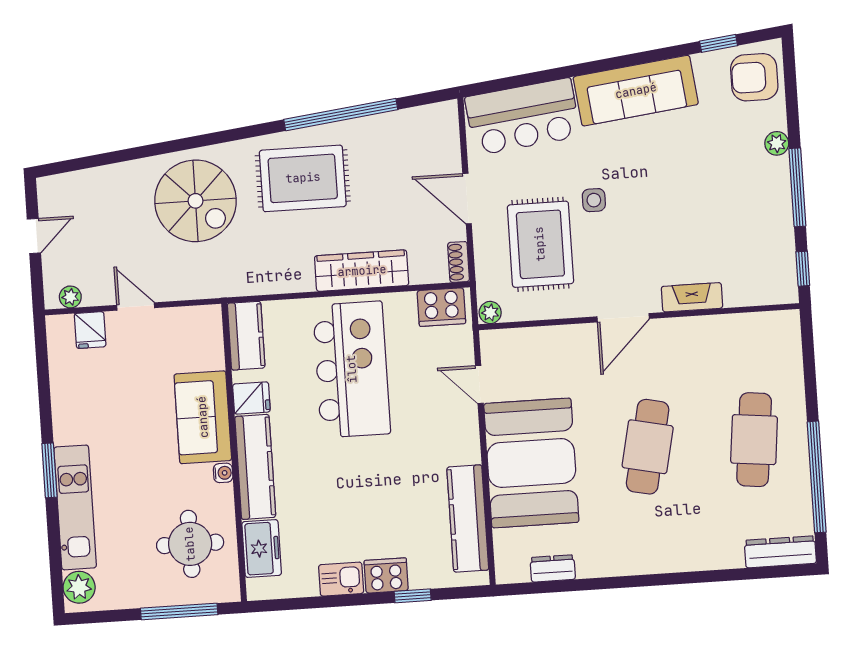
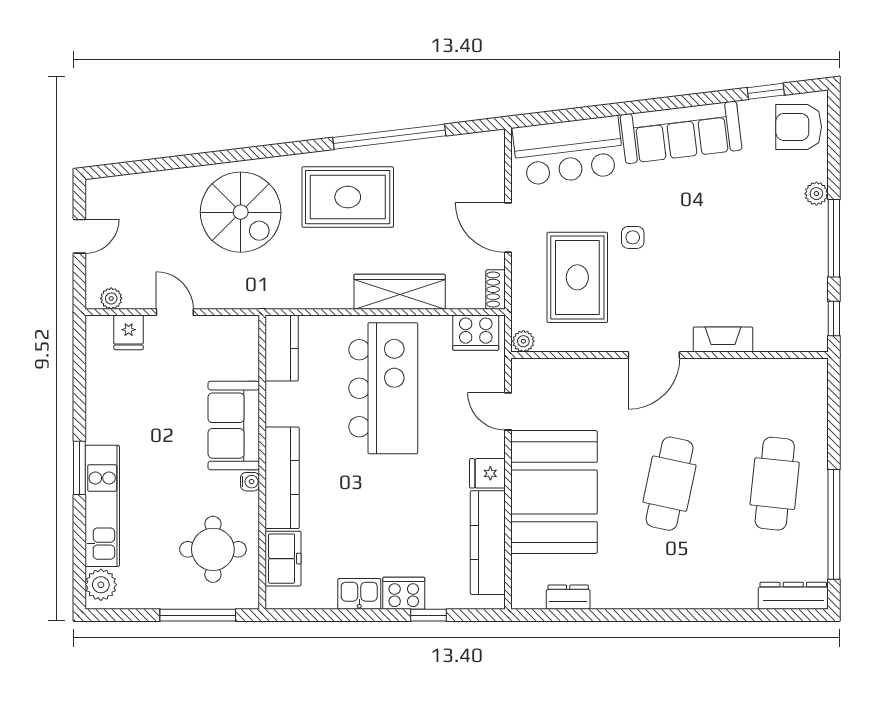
fridge: (251, 398) -> (487, 473), moved, turned 180

